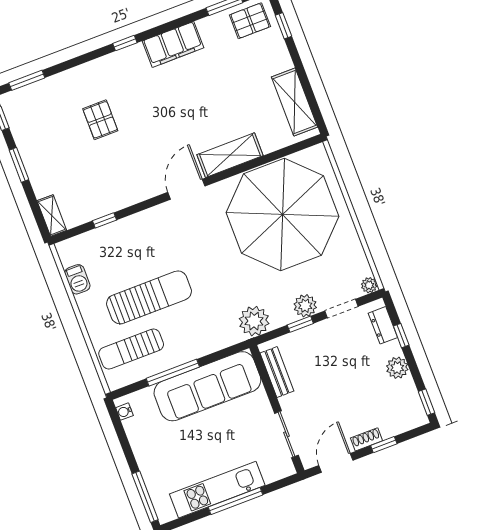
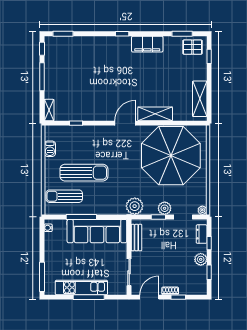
pallet: (100, 120) -> (94, 69), removed
window: (19, 165) -> (42, 77), width x1.44
window: (426, 402) -> (209, 272), moved

